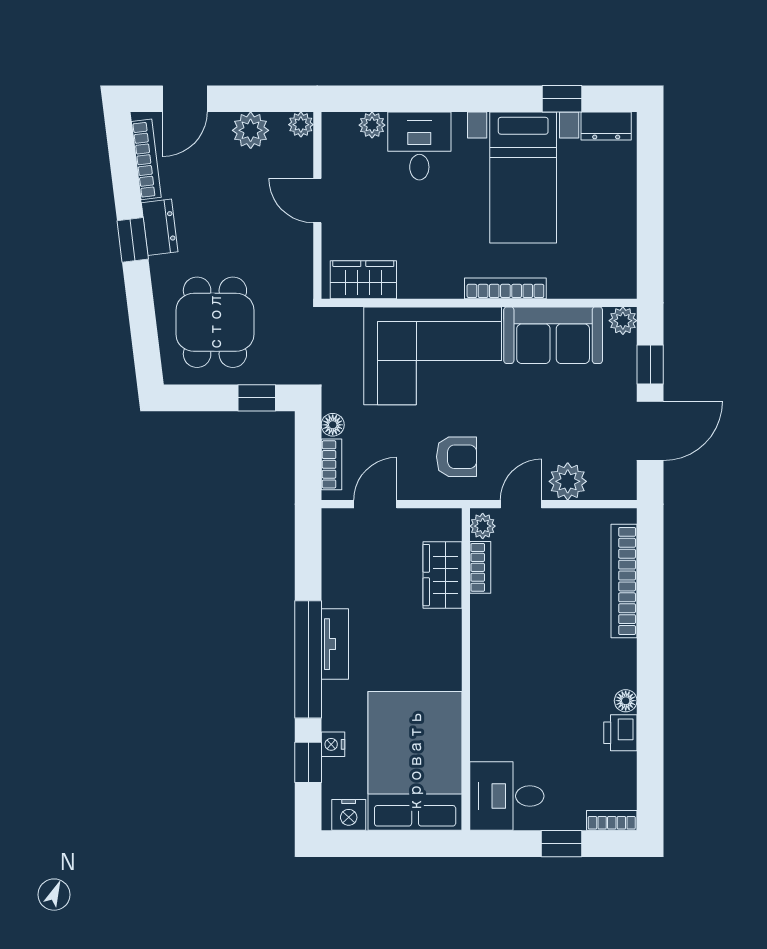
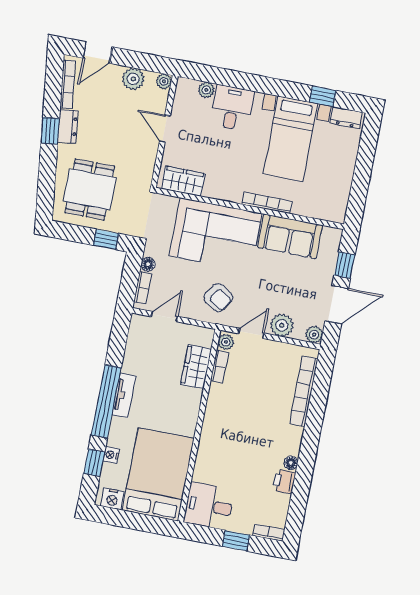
plant: (623, 321) -> (314, 335), moved
armchair: (456, 457) -> (218, 298), turned 33

